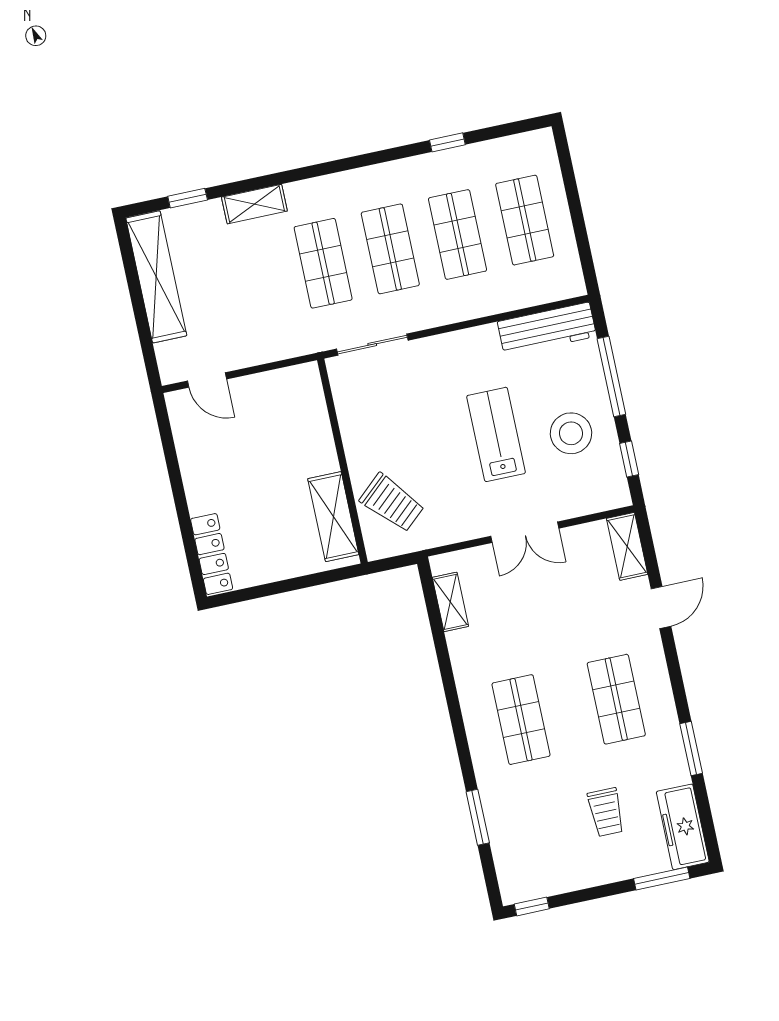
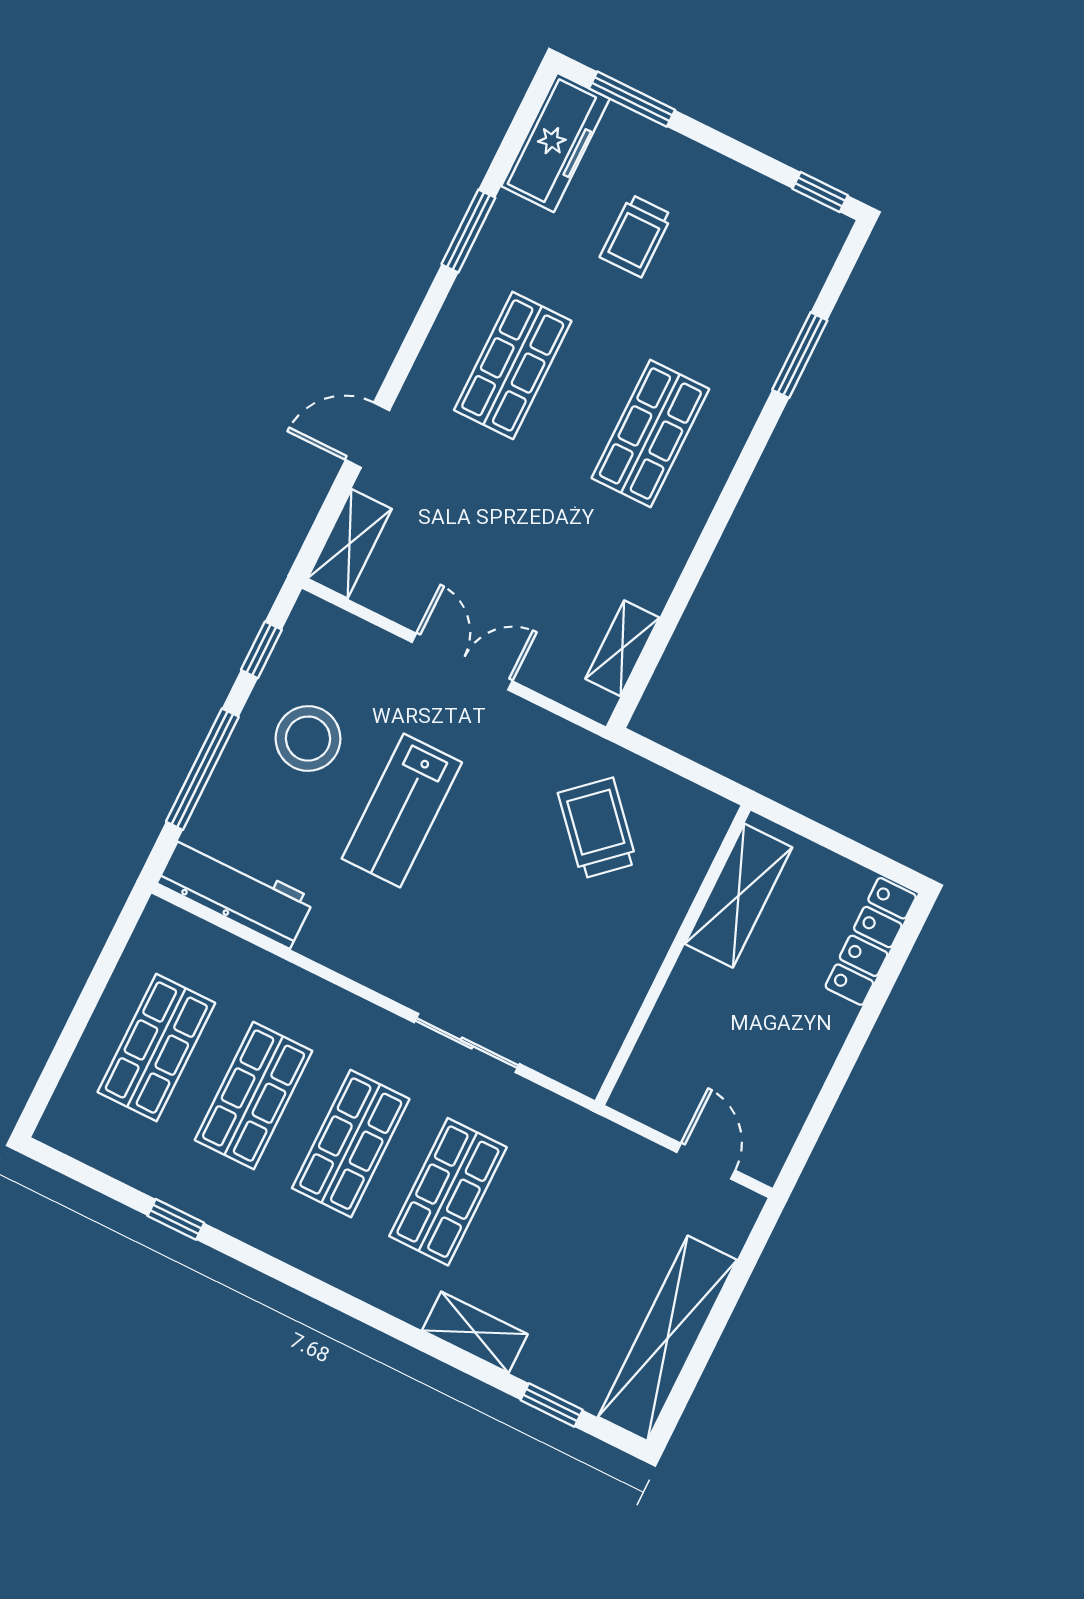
wall: (343, 461) -> (673, 955), moved
shelving: (333, 517) -> (739, 896), moved
trolley: (606, 812) -> (636, 236), turned 180

